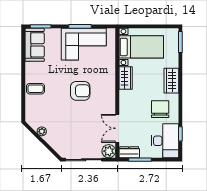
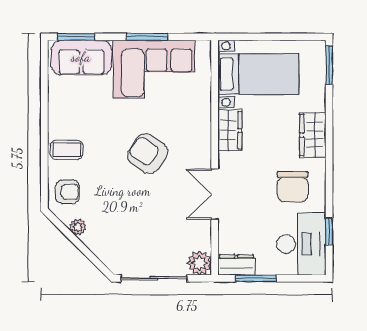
sofa: (35, 45) -> (81, 57), moved, turned 90
armchair: (80, 91) -> (148, 154), turned -146
chair: (160, 109) -> (293, 187), turned 180
armchair: (36, 112) -> (67, 192), added
double door: (117, 128) -> (215, 194), moved

